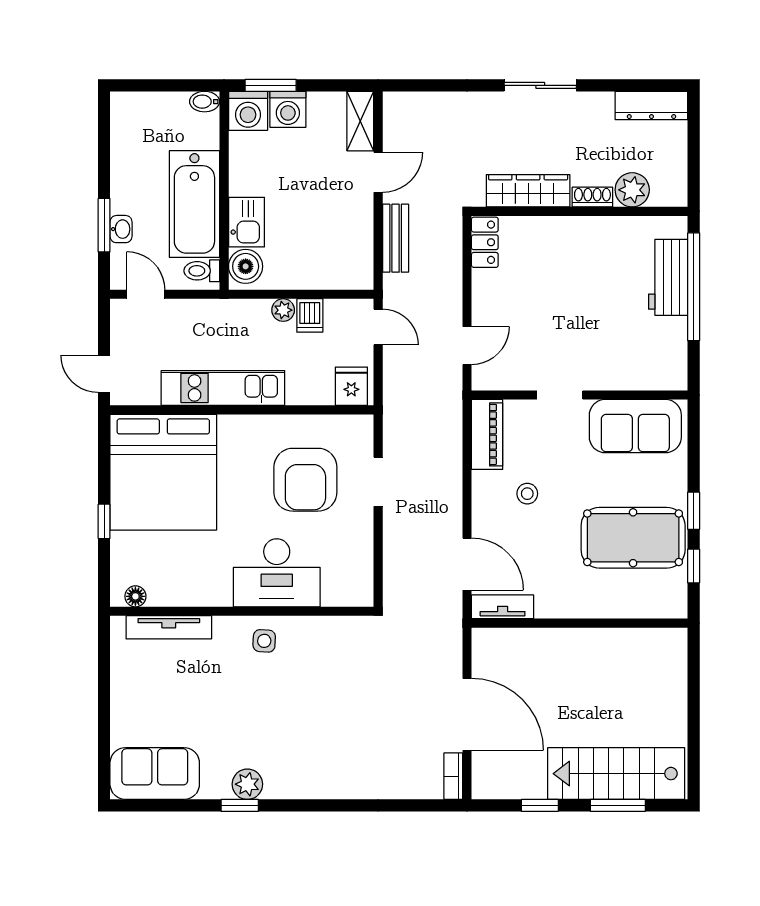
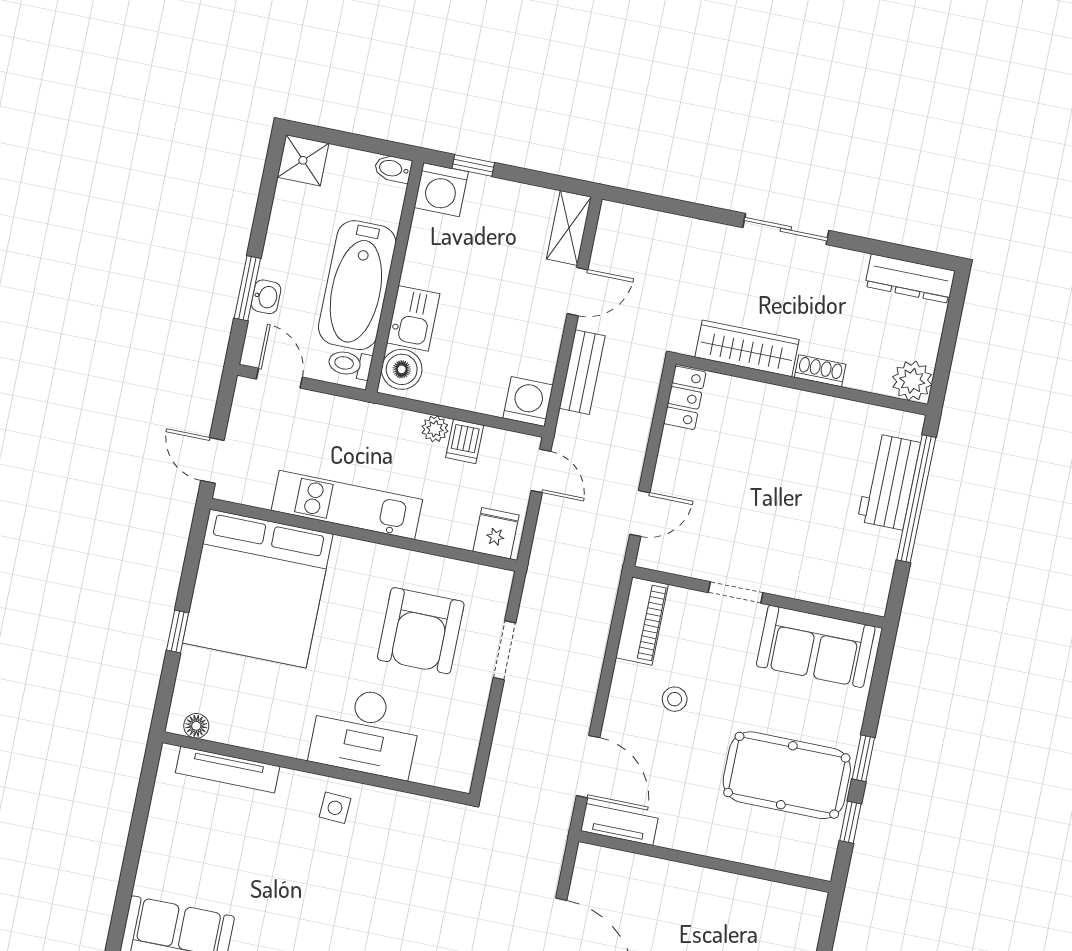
window: (271, 85) -> (473, 165), width x0.67
washing machine: (288, 109) -> (528, 402), moved, turned 180
shower: (129, 110) -> (303, 160), added
plant: (632, 190) -> (912, 381), moved

